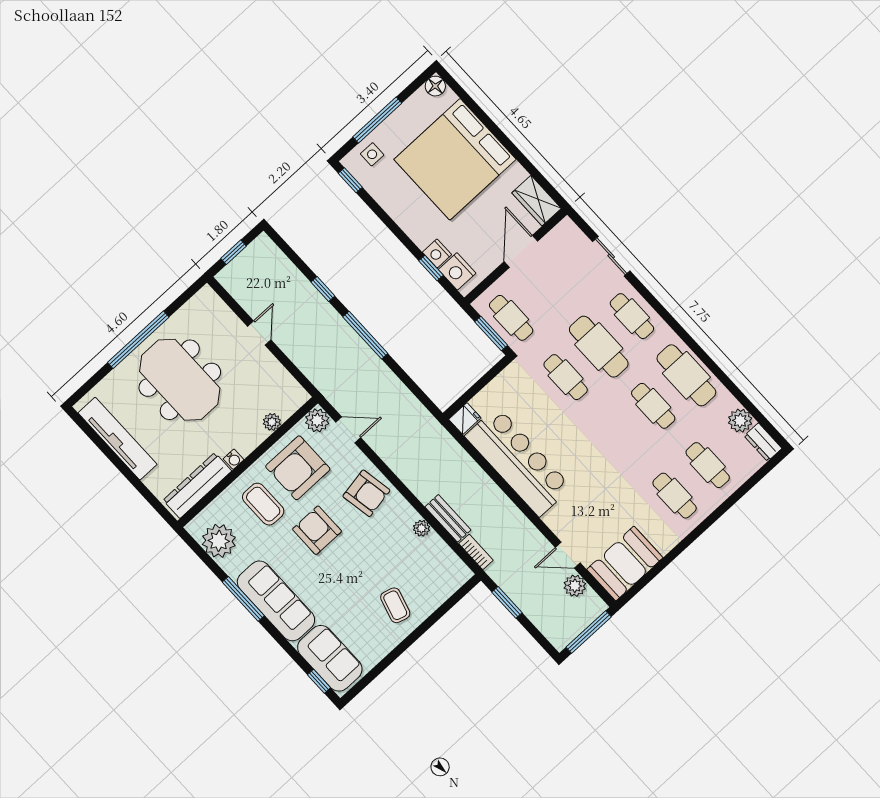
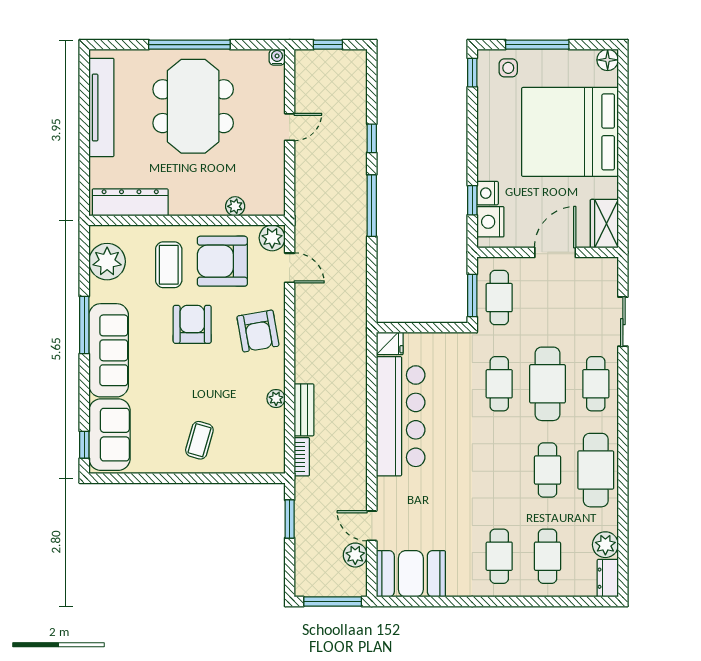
water cooler: (234, 459) -> (277, 57), moved, turned 180

